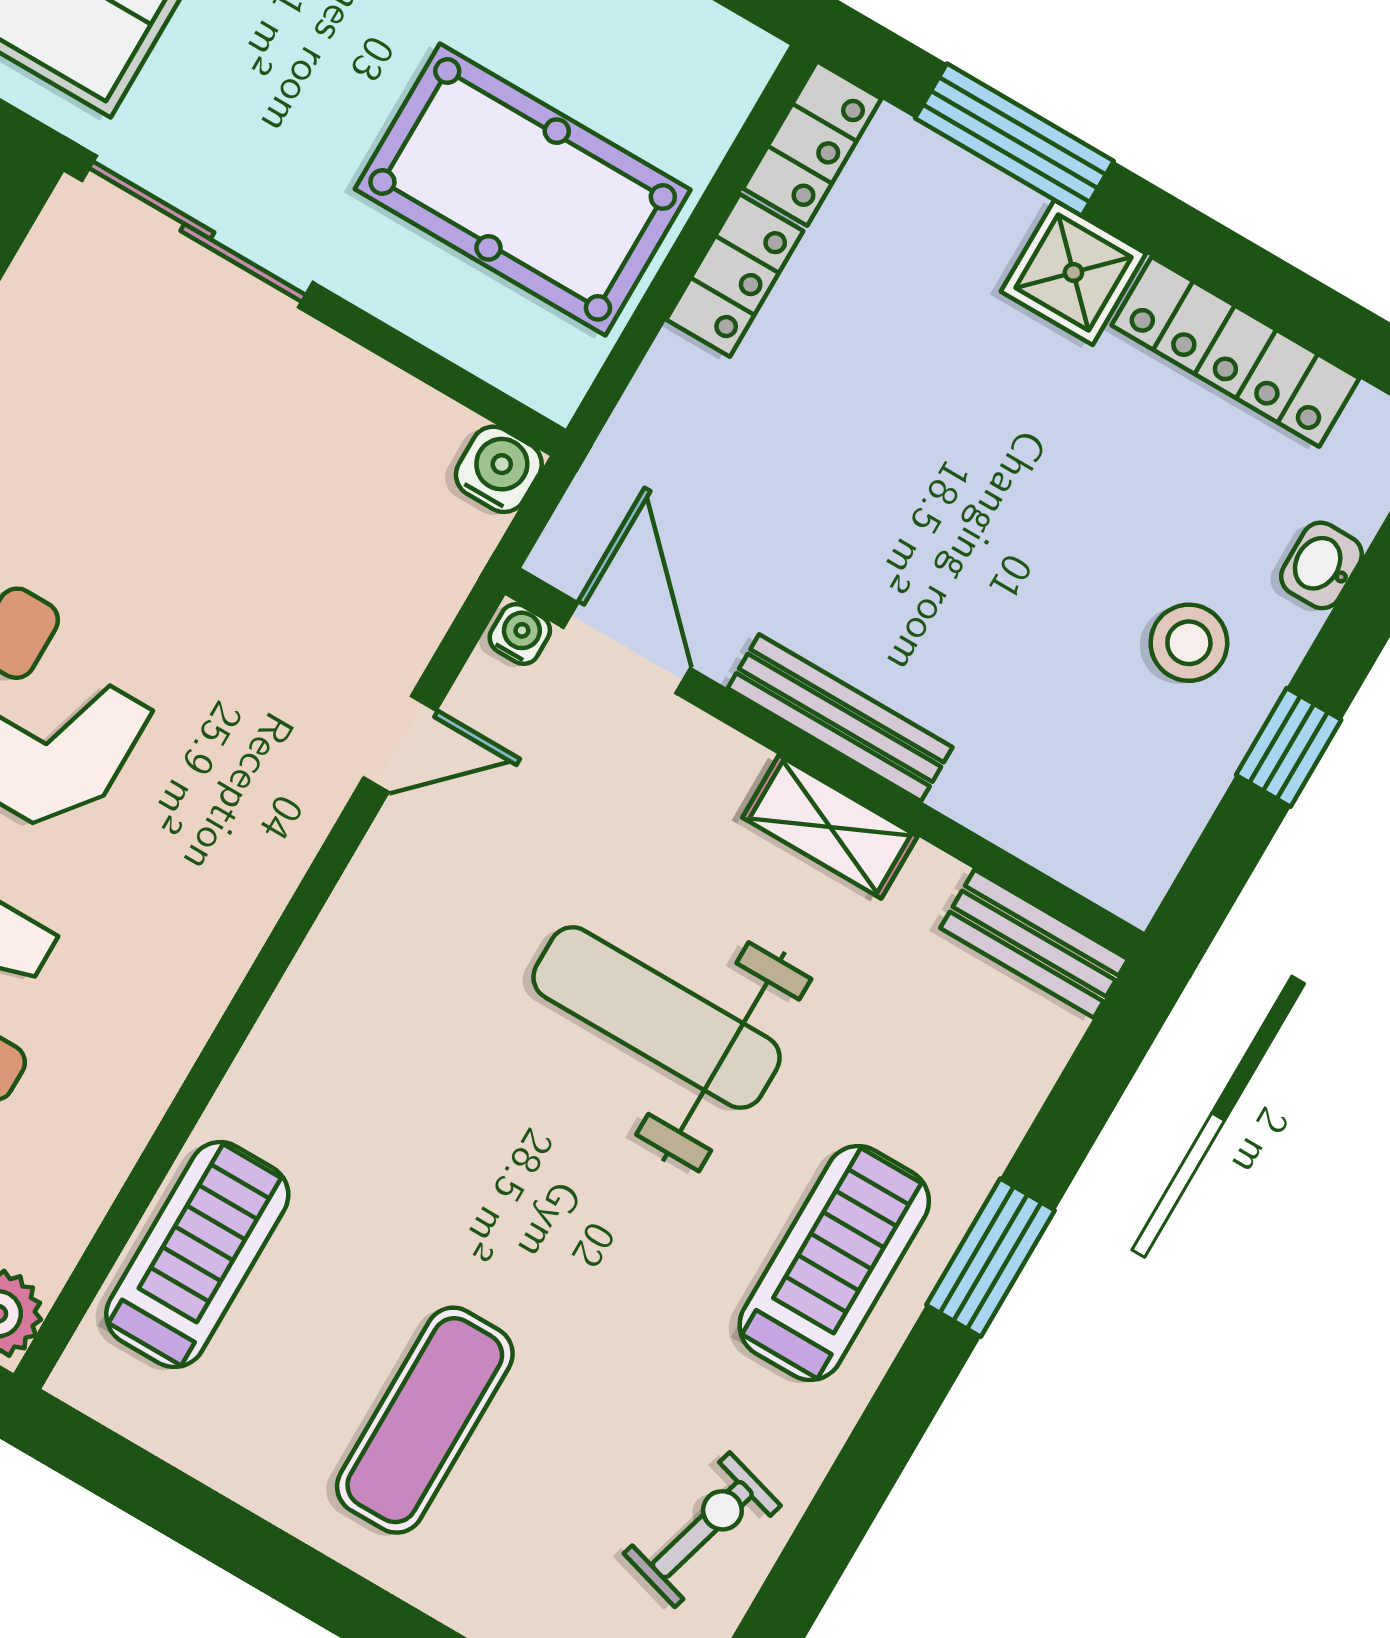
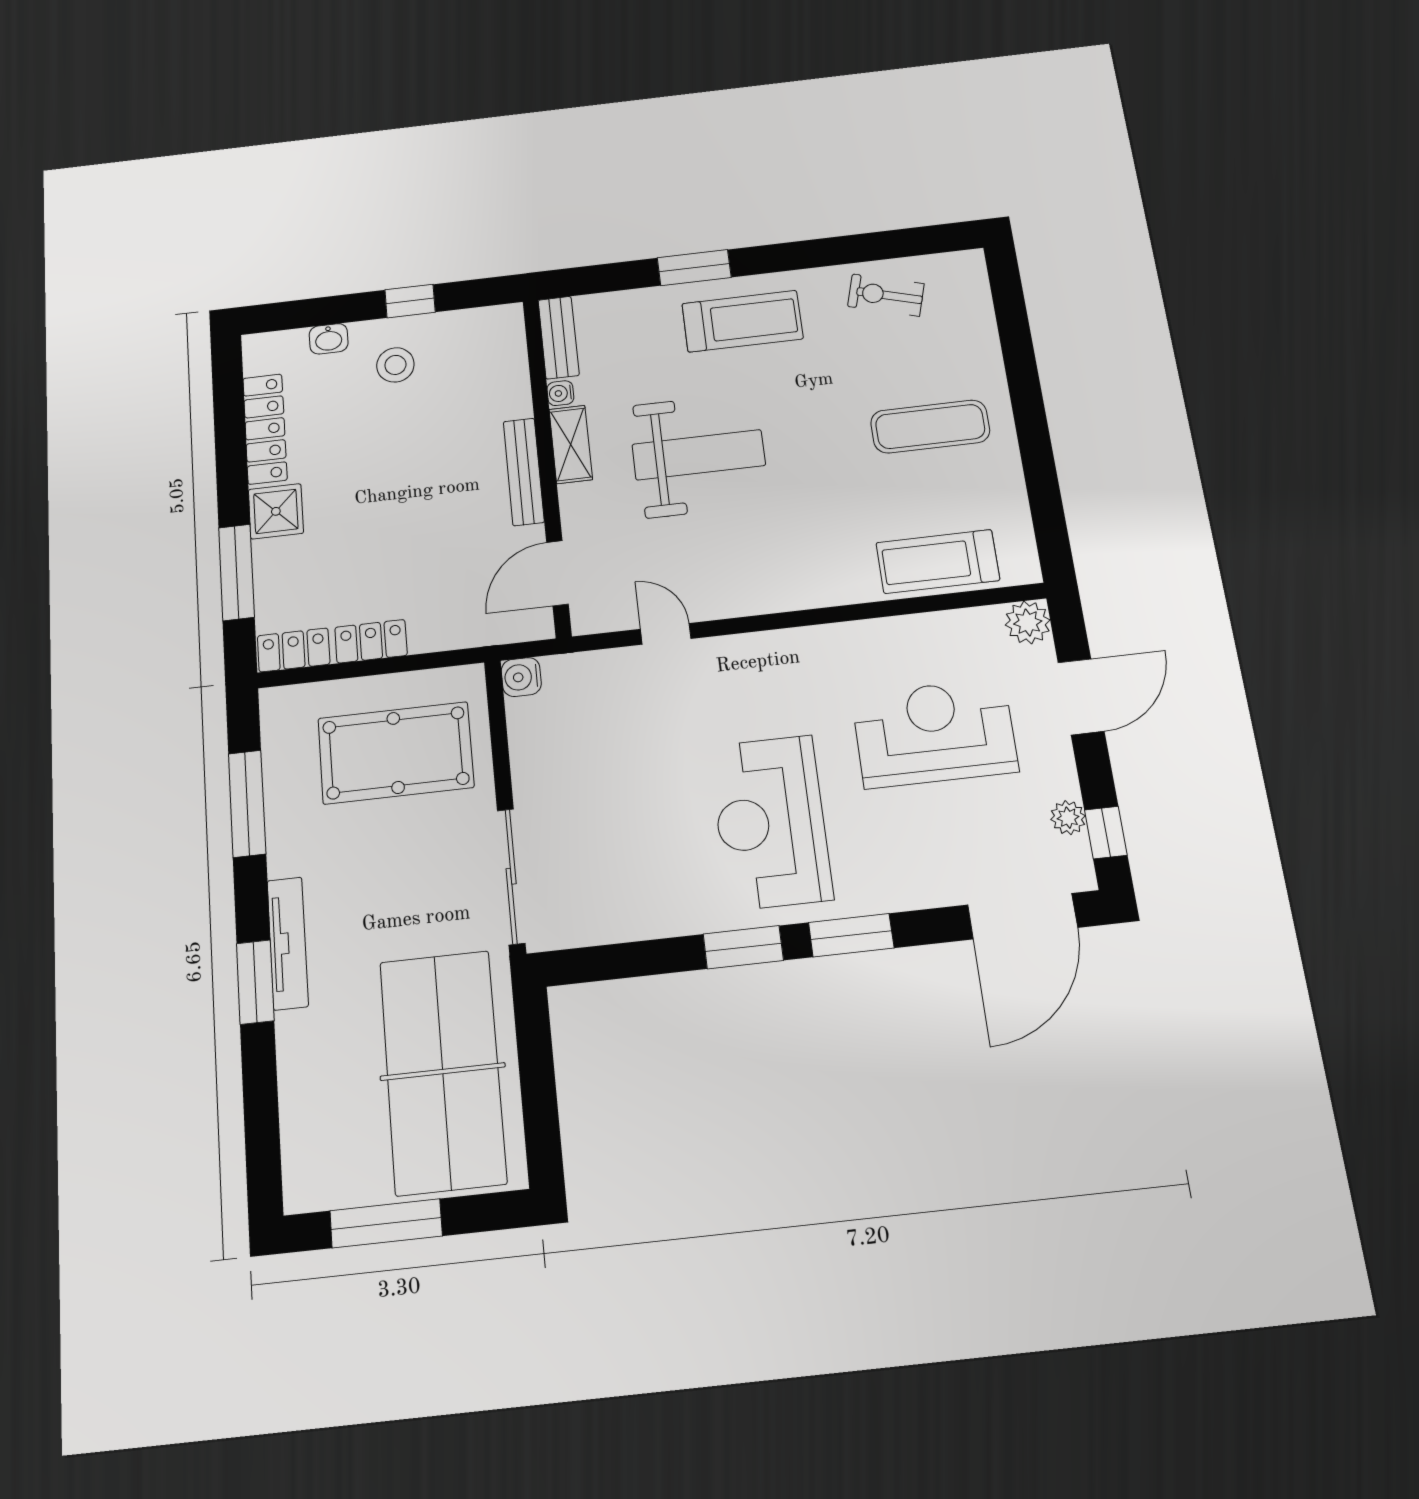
pool table: (523, 189) -> (396, 753), turned 90
water cooler: (520, 634) -> (560, 393), moved
weight bench: (657, 1018) -> (699, 455), turned -90
treadmill: (834, 1263) -> (742, 321), turned 180

